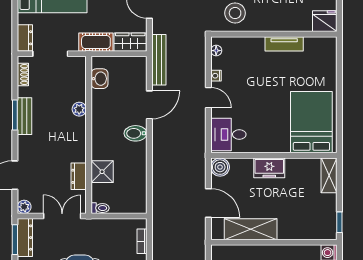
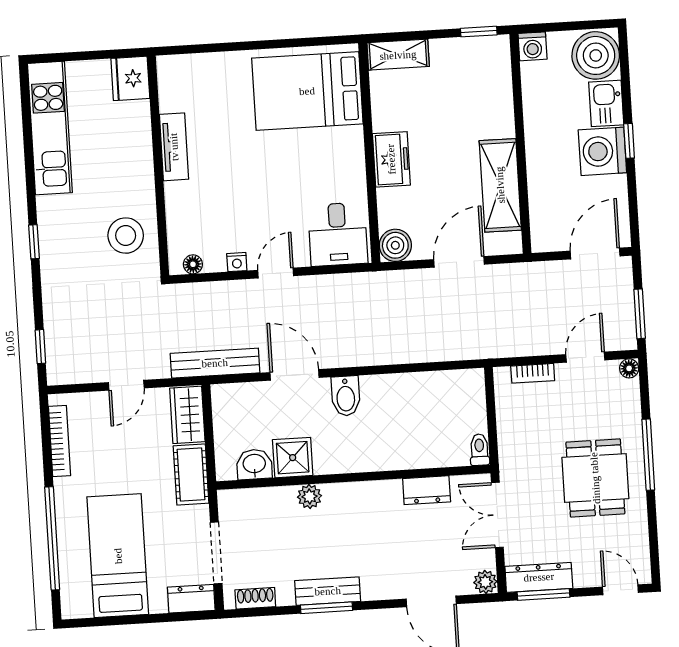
shower: (102, 172) -> (293, 458), moved

